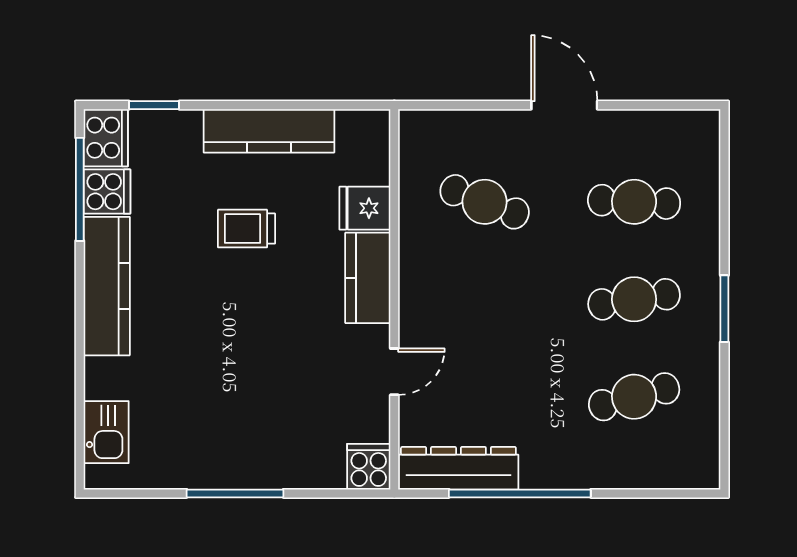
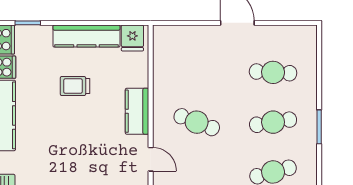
cafe table: (485, 202) -> (197, 122), moved
fridge: (365, 208) -> (132, 38), moved, turned -90
door: (394, 372) -> (151, 159), hinge flipped

